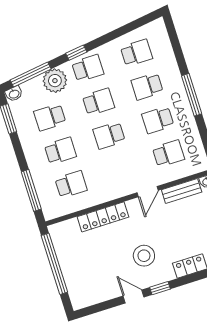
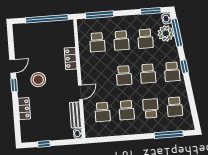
plant: (55, 81) -> (166, 33), moved
window: (192, 95) -> (169, 134), moved
school desk: (50, 117) -> (145, 39), turned 180
school desk: (158, 120) -> (127, 110), turned 180
school desk: (109, 135) -> (124, 75), turned 180
door: (148, 192) -> (80, 92), swing flipped
locker: (103, 217) -> (71, 58), width x0.66

